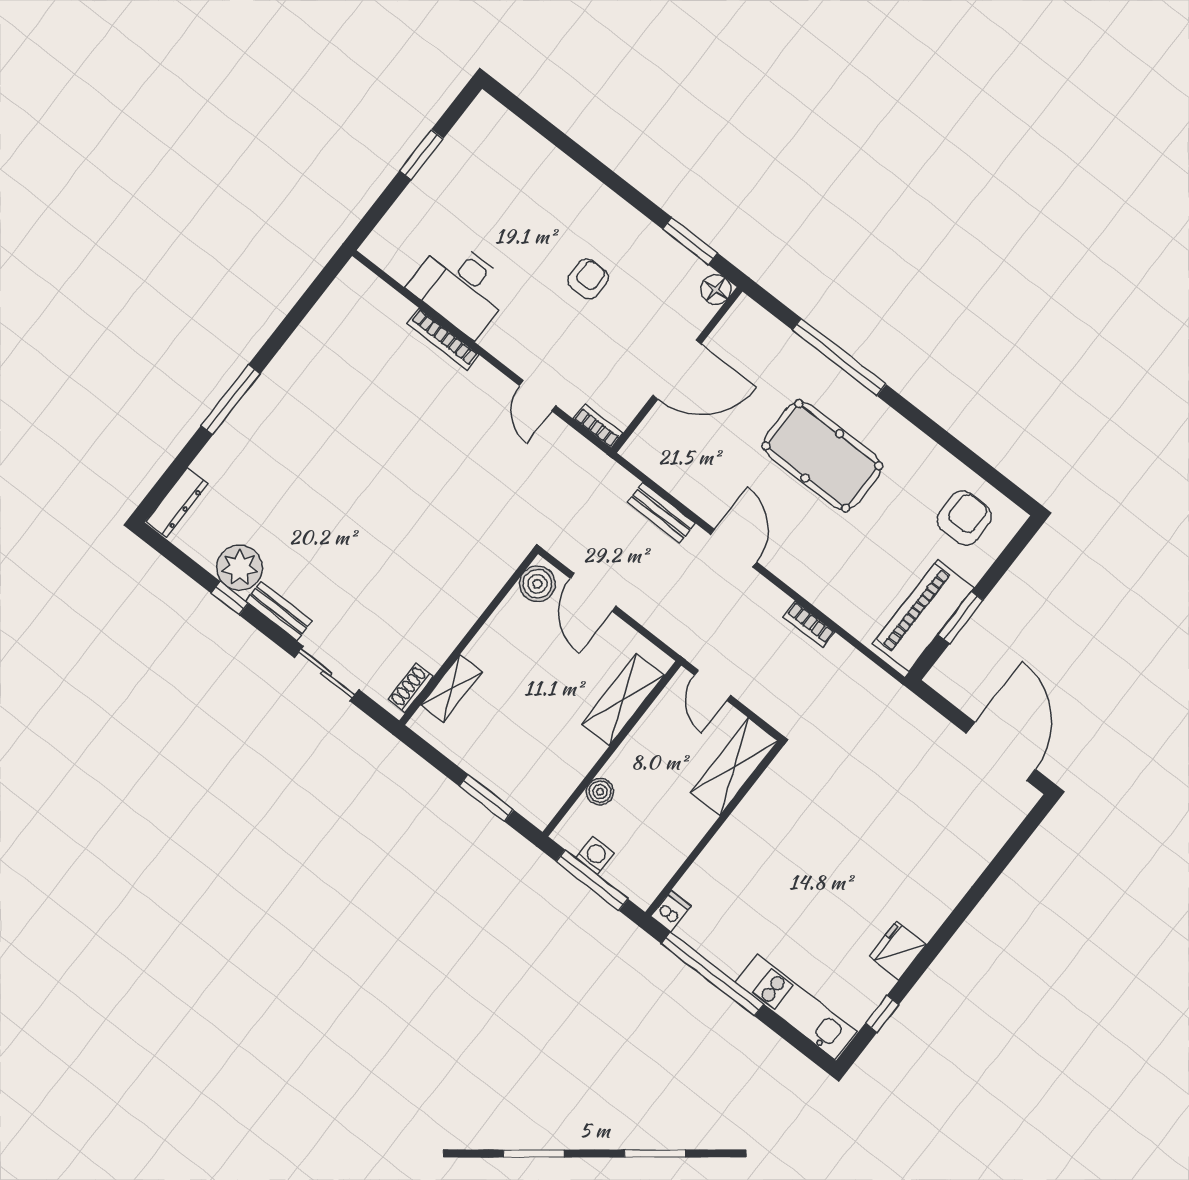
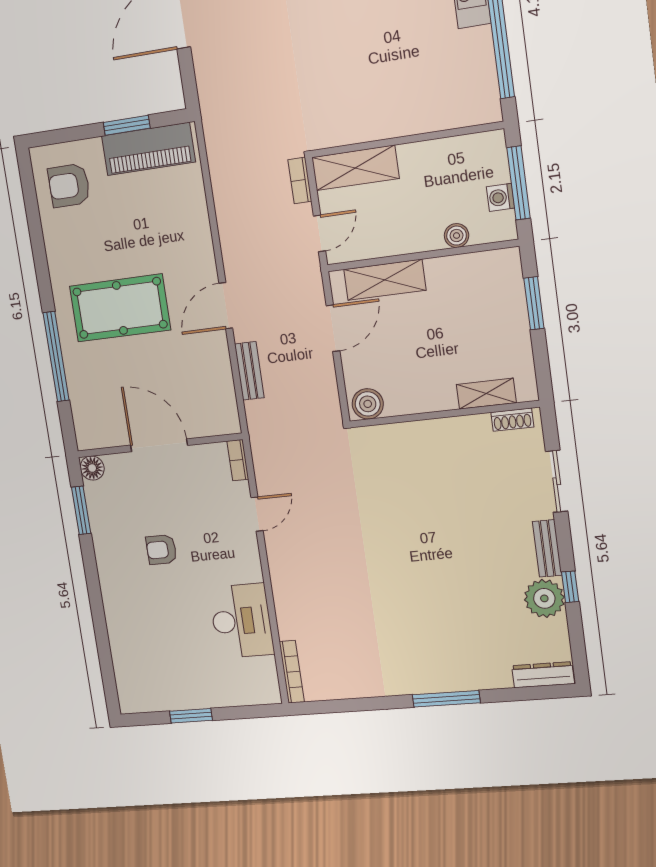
bookcase: (443, 339) -> (292, 672), moved
pool table: (822, 456) -> (120, 308), turned 90
door: (593, 592) -> (333, 328), moved
bookcase: (809, 624) -> (300, 180), moved, turned 180
dishwasher: (671, 911) -> (487, 112), removed

